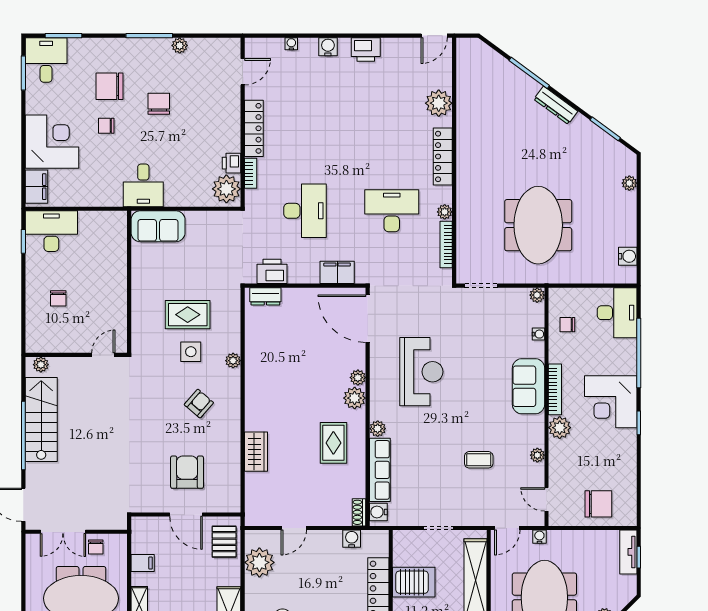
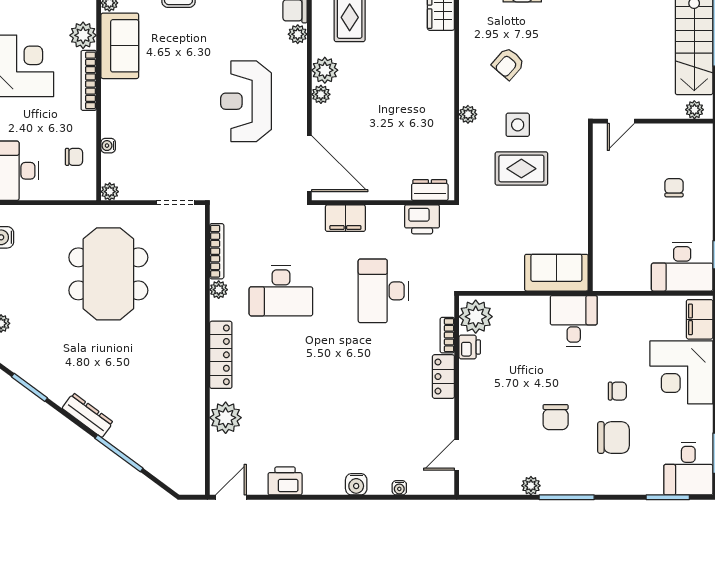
printer: (366, 49) -> (285, 481), moved
locker: (254, 128) -> (443, 377), width x0.66
sofa: (528, 386) -> (120, 46), moved

